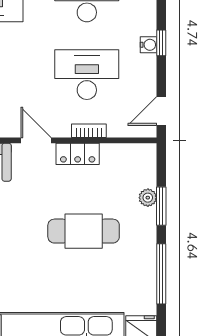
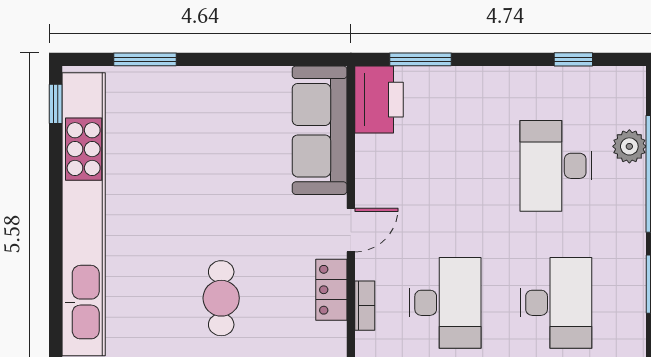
cafe table: (84, 231) -> (221, 298), width x0.73, depth x0.74

